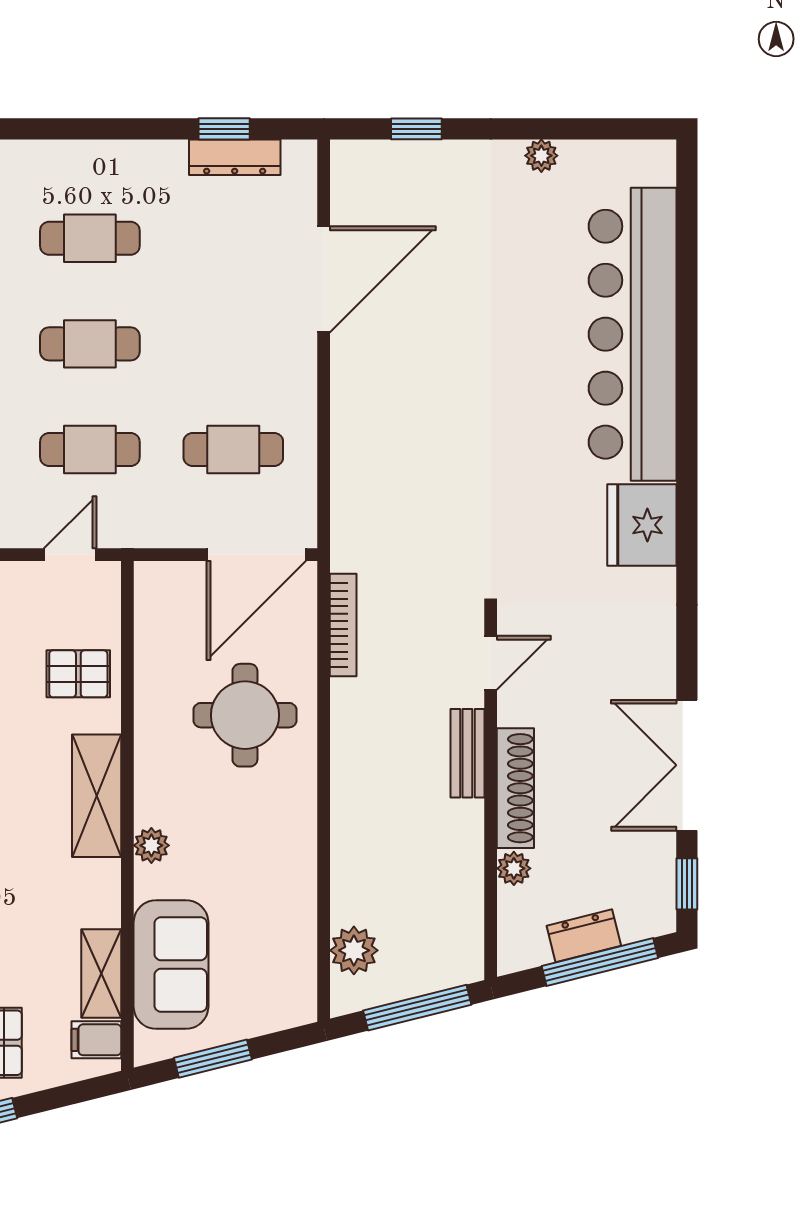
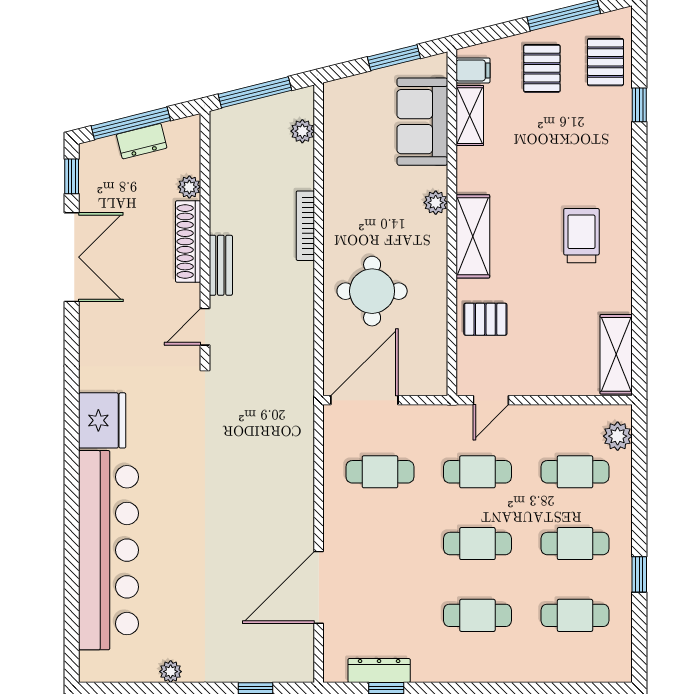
bookcase: (343, 625) -> (305, 226), moved
plant: (354, 950) -> (302, 131), width x0.73, depth x0.73

